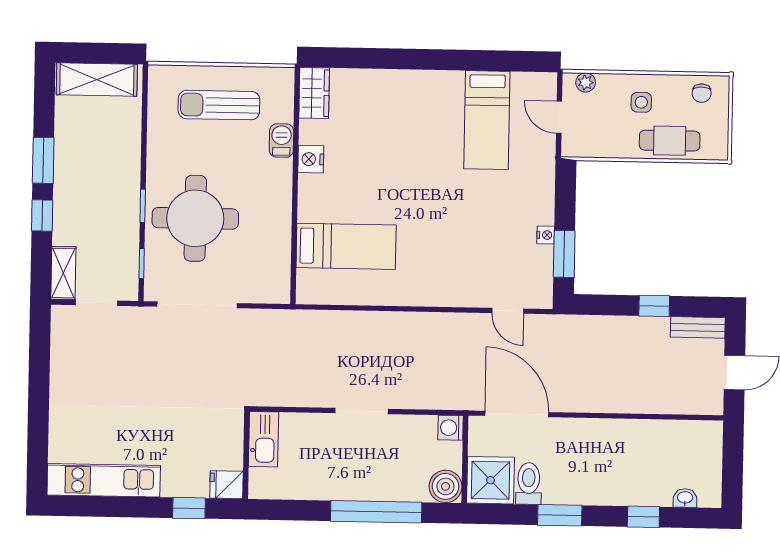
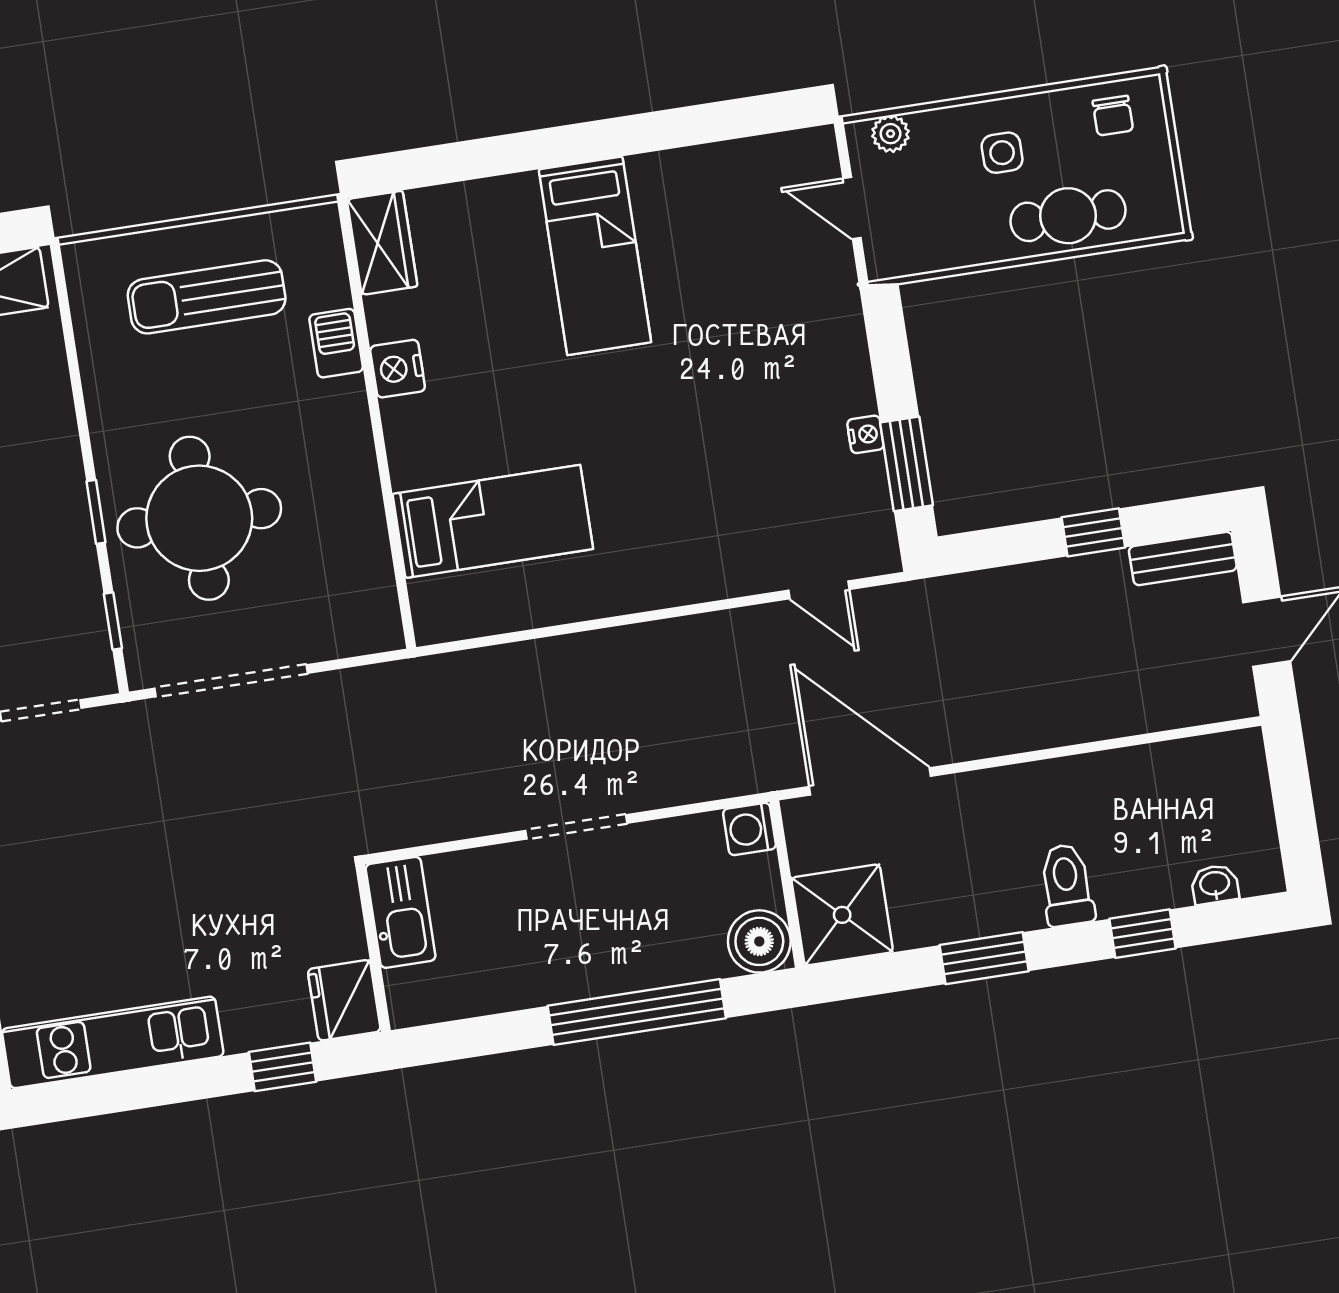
bed: (487, 120) -> (595, 256), moved
toilet: (529, 483) -> (1067, 885), moved
fridge: (227, 485) -> (344, 1000), width x1.38

